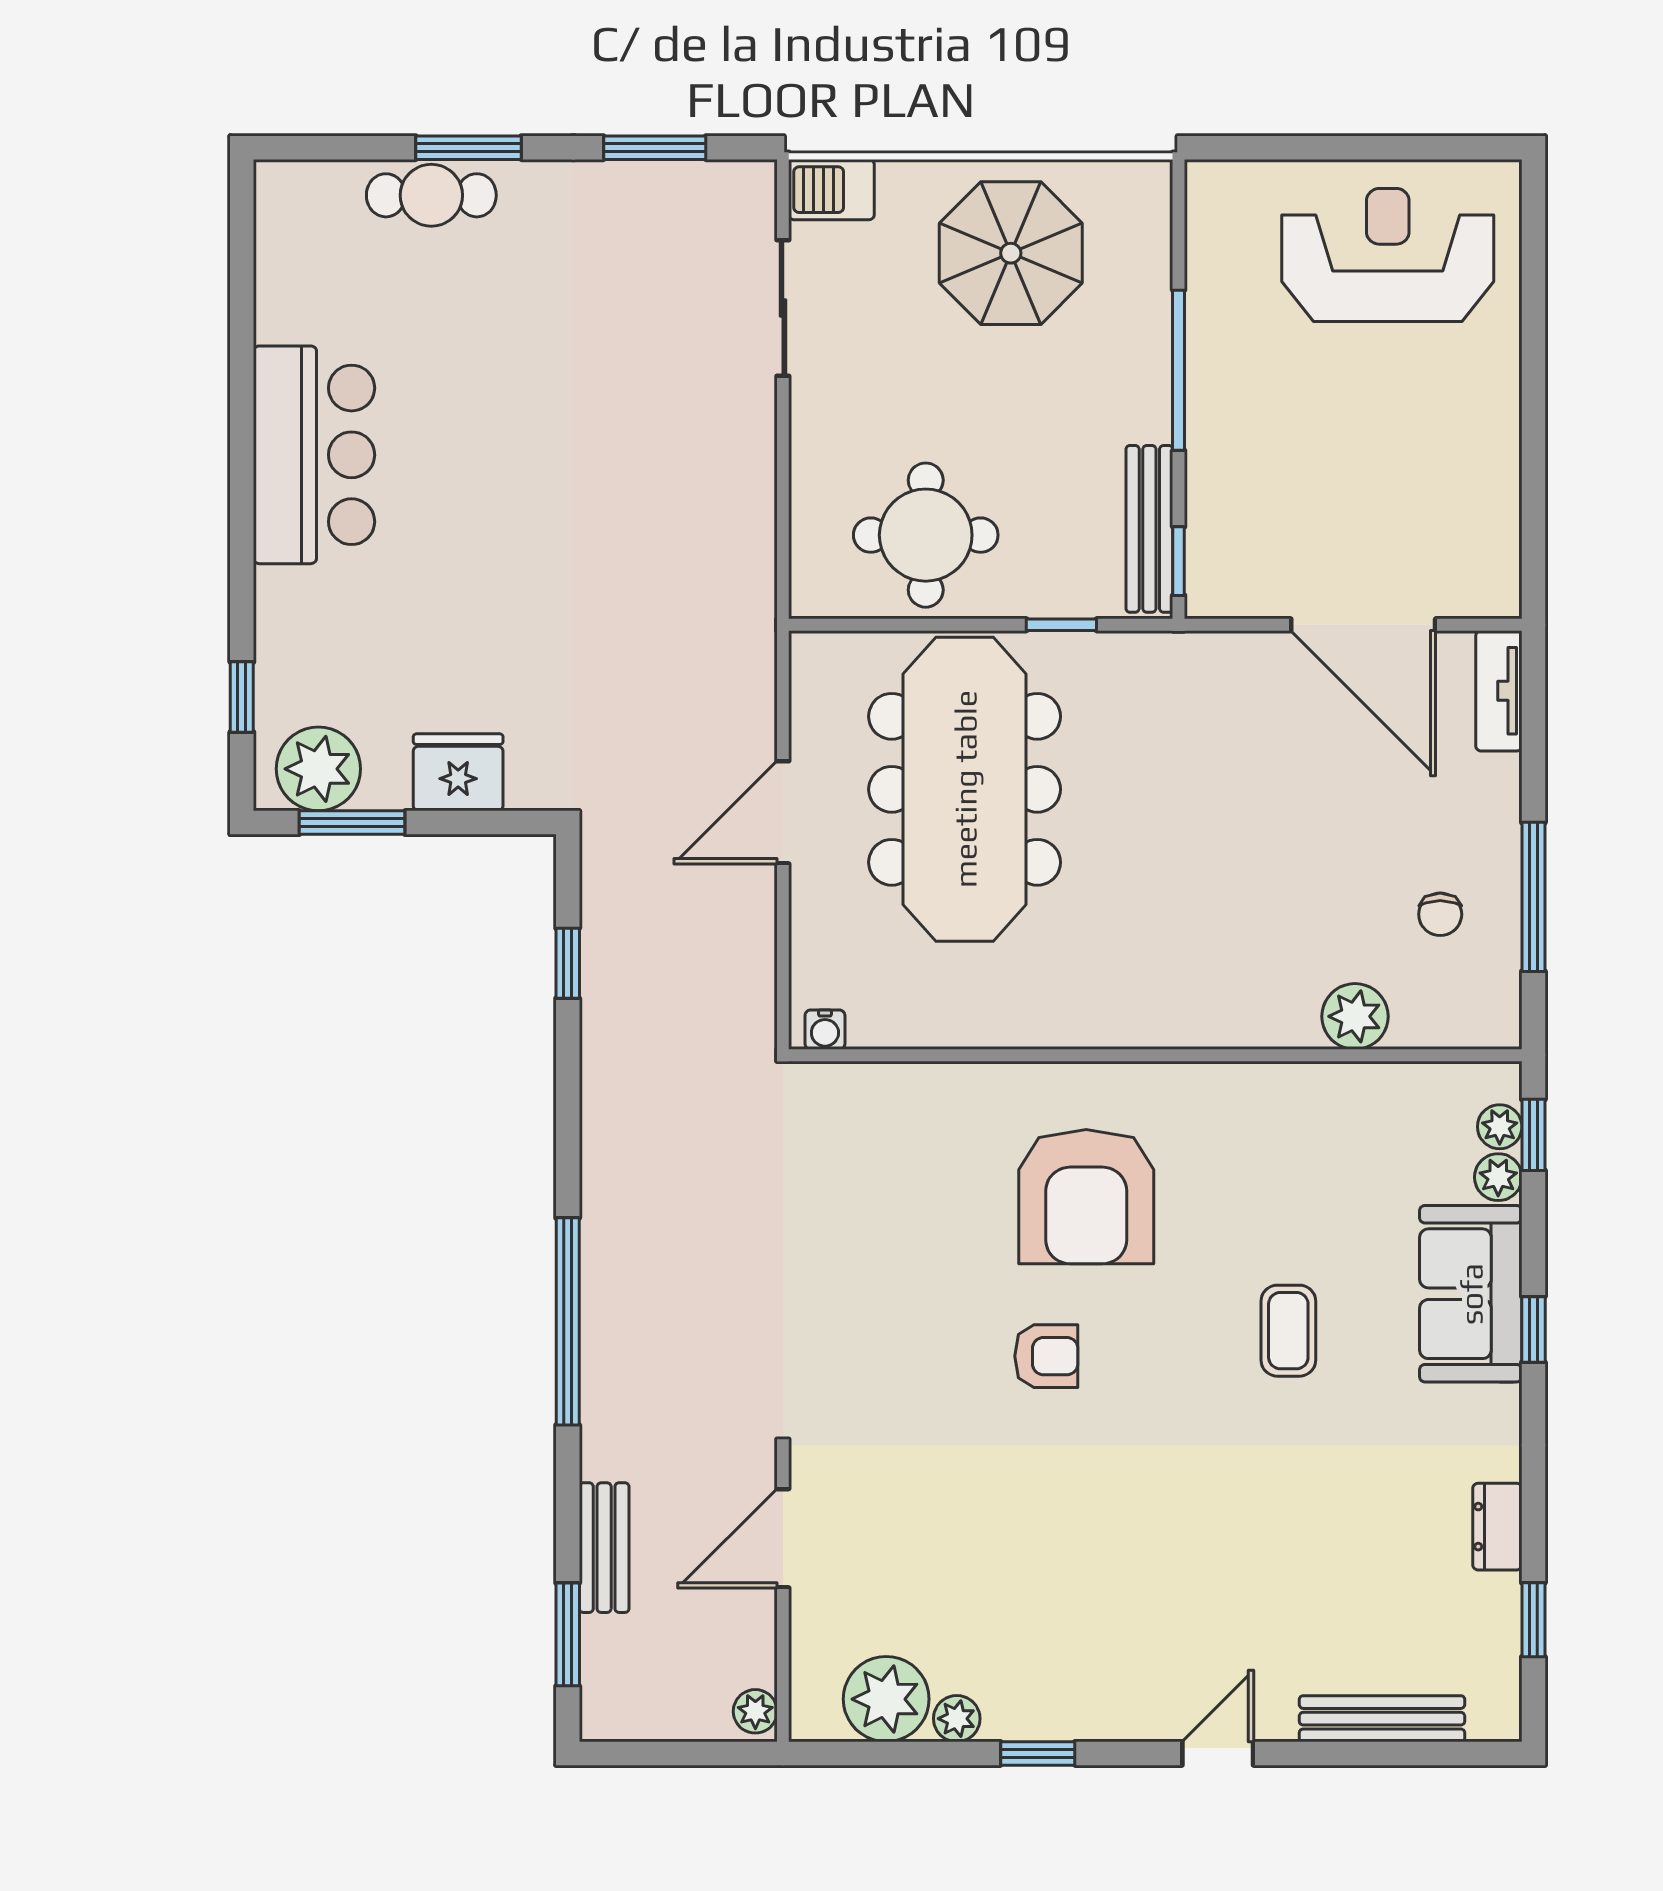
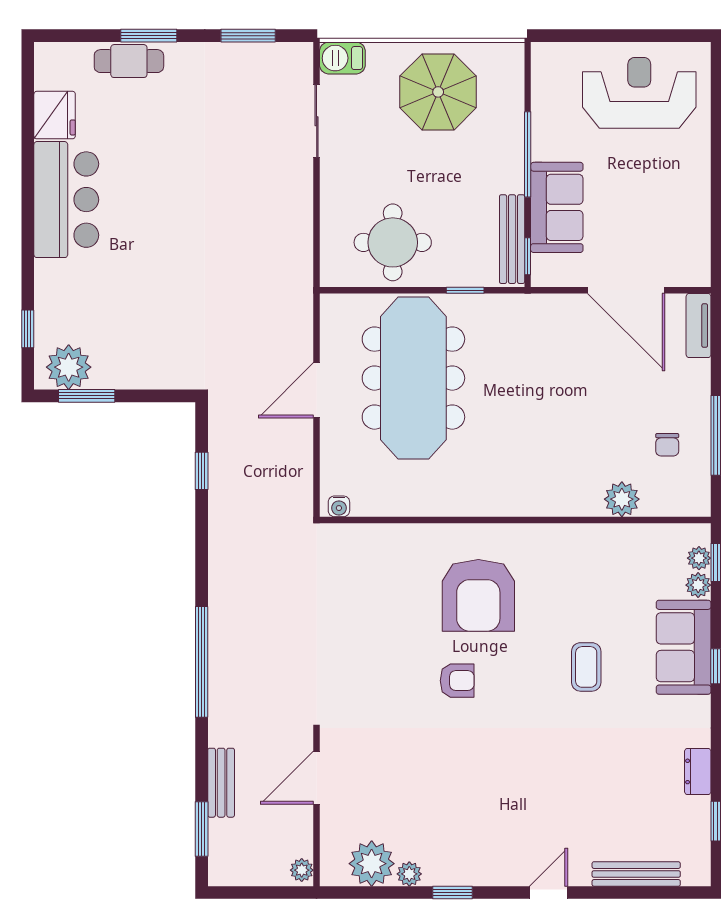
sofa: (1233, 469) -> (557, 207), added
fridge: (458, 772) -> (55, 115), moved, turned 90

